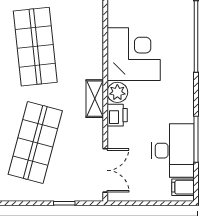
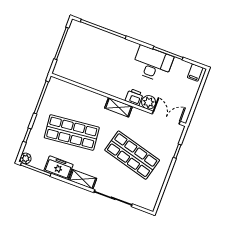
corner desk: (134, 54) -> (100, 72), removed
plant: (117, 92) -> (149, 102), moved
desk: (173, 151) -> (152, 64), moved

